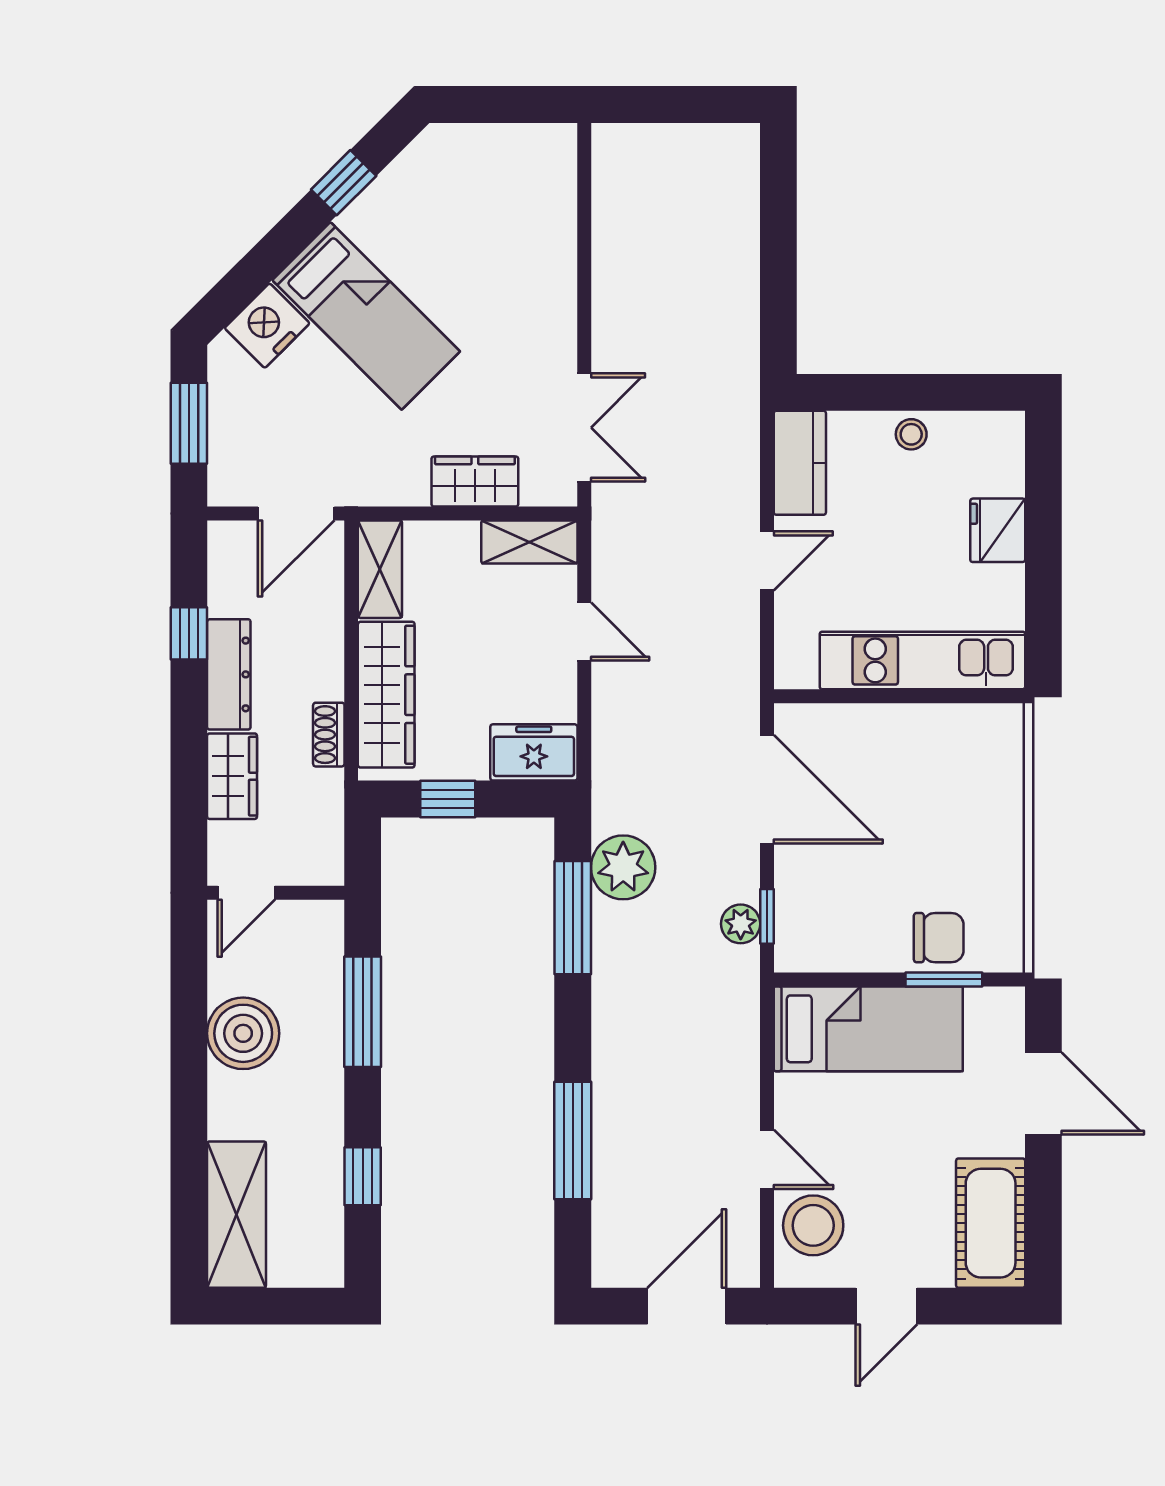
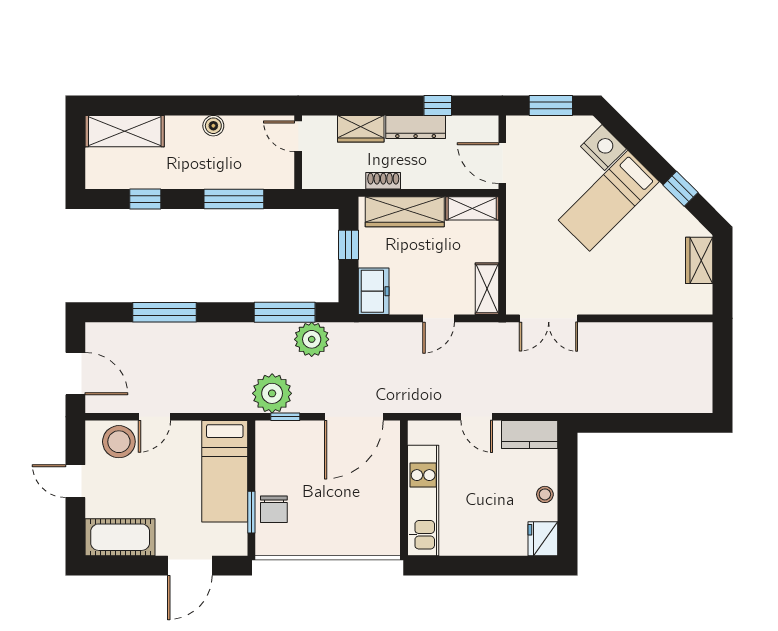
wardrobe: (475, 481) -> (699, 260), moved, turned 180
fridge: (998, 530) -> (543, 539), moved, turned -90
plant: (741, 924) -> (272, 393), width x1.88, depth x1.88
boiler: (243, 1033) -> (213, 126), width x0.54, depth x0.54

